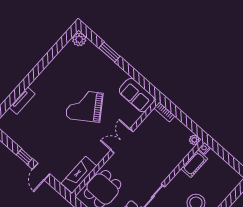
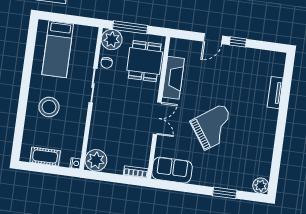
plant: (194, 140) -> (96, 160), width x1.87, depth x1.87
cot: (194, 164) -> (45, 156), moved, turned 90
door: (41, 172) -> (213, 39), swing flipped
fireplace: (79, 175) -> (173, 78), moved

